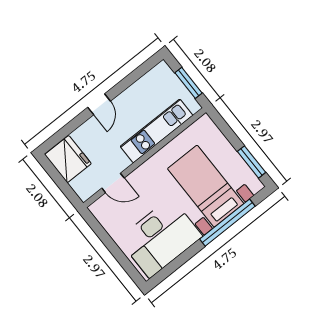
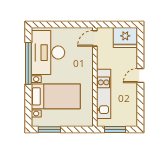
door: (99, 104) -> (140, 75), hinge flipped
door: (113, 183) -> (95, 38), moved
window: (227, 223) -> (28, 63), moved

